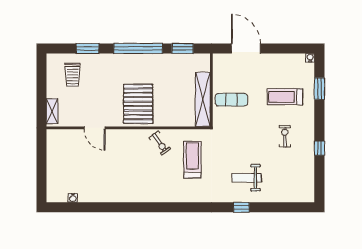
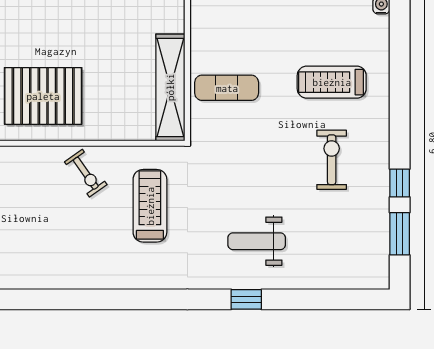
window: (319, 89) -> (400, 234), moved
pallet: (138, 104) -> (43, 96), turned 90
exercise bike: (285, 136) -> (332, 160), width x1.38, depth x1.39

